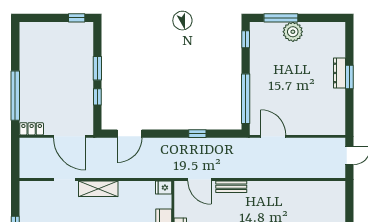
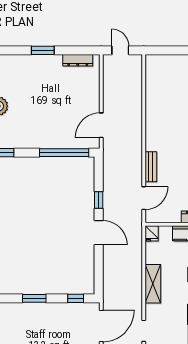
dresser: (339, 73) -> (78, 60), moved
window: (97, 97) -> (76, 298), moved
door: (129, 134) -> (99, 233), moved
shelving: (98, 189) -> (153, 284), moved

